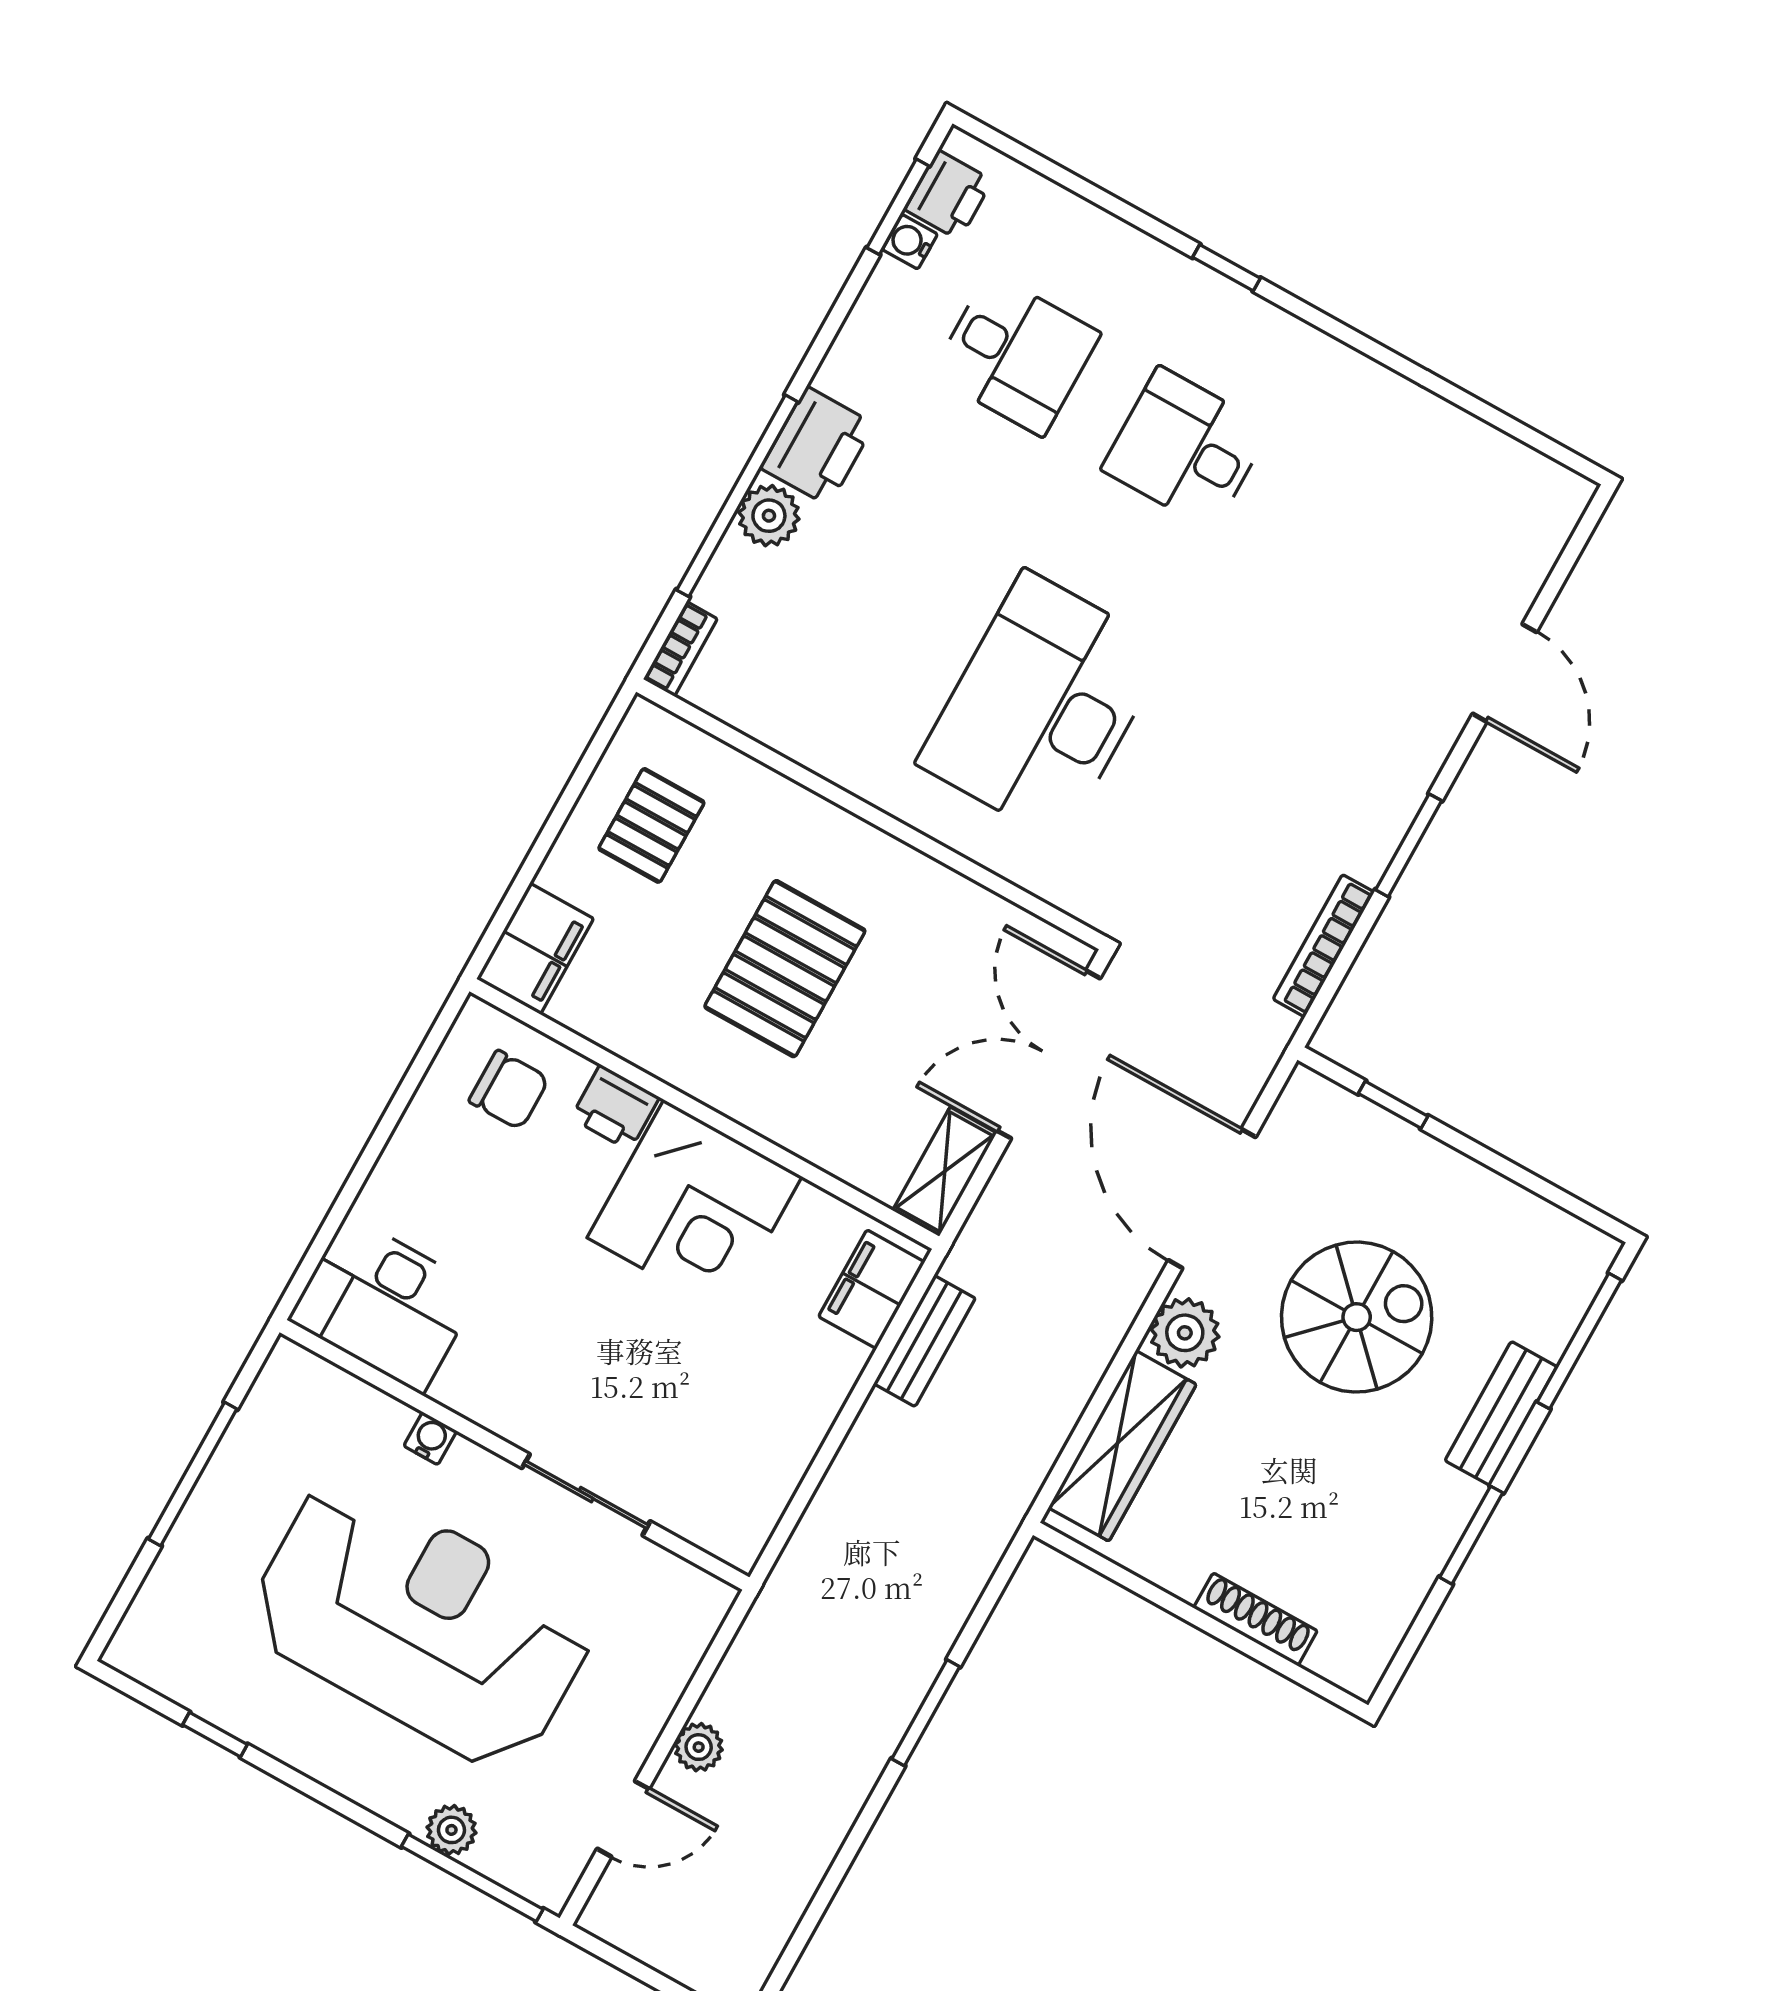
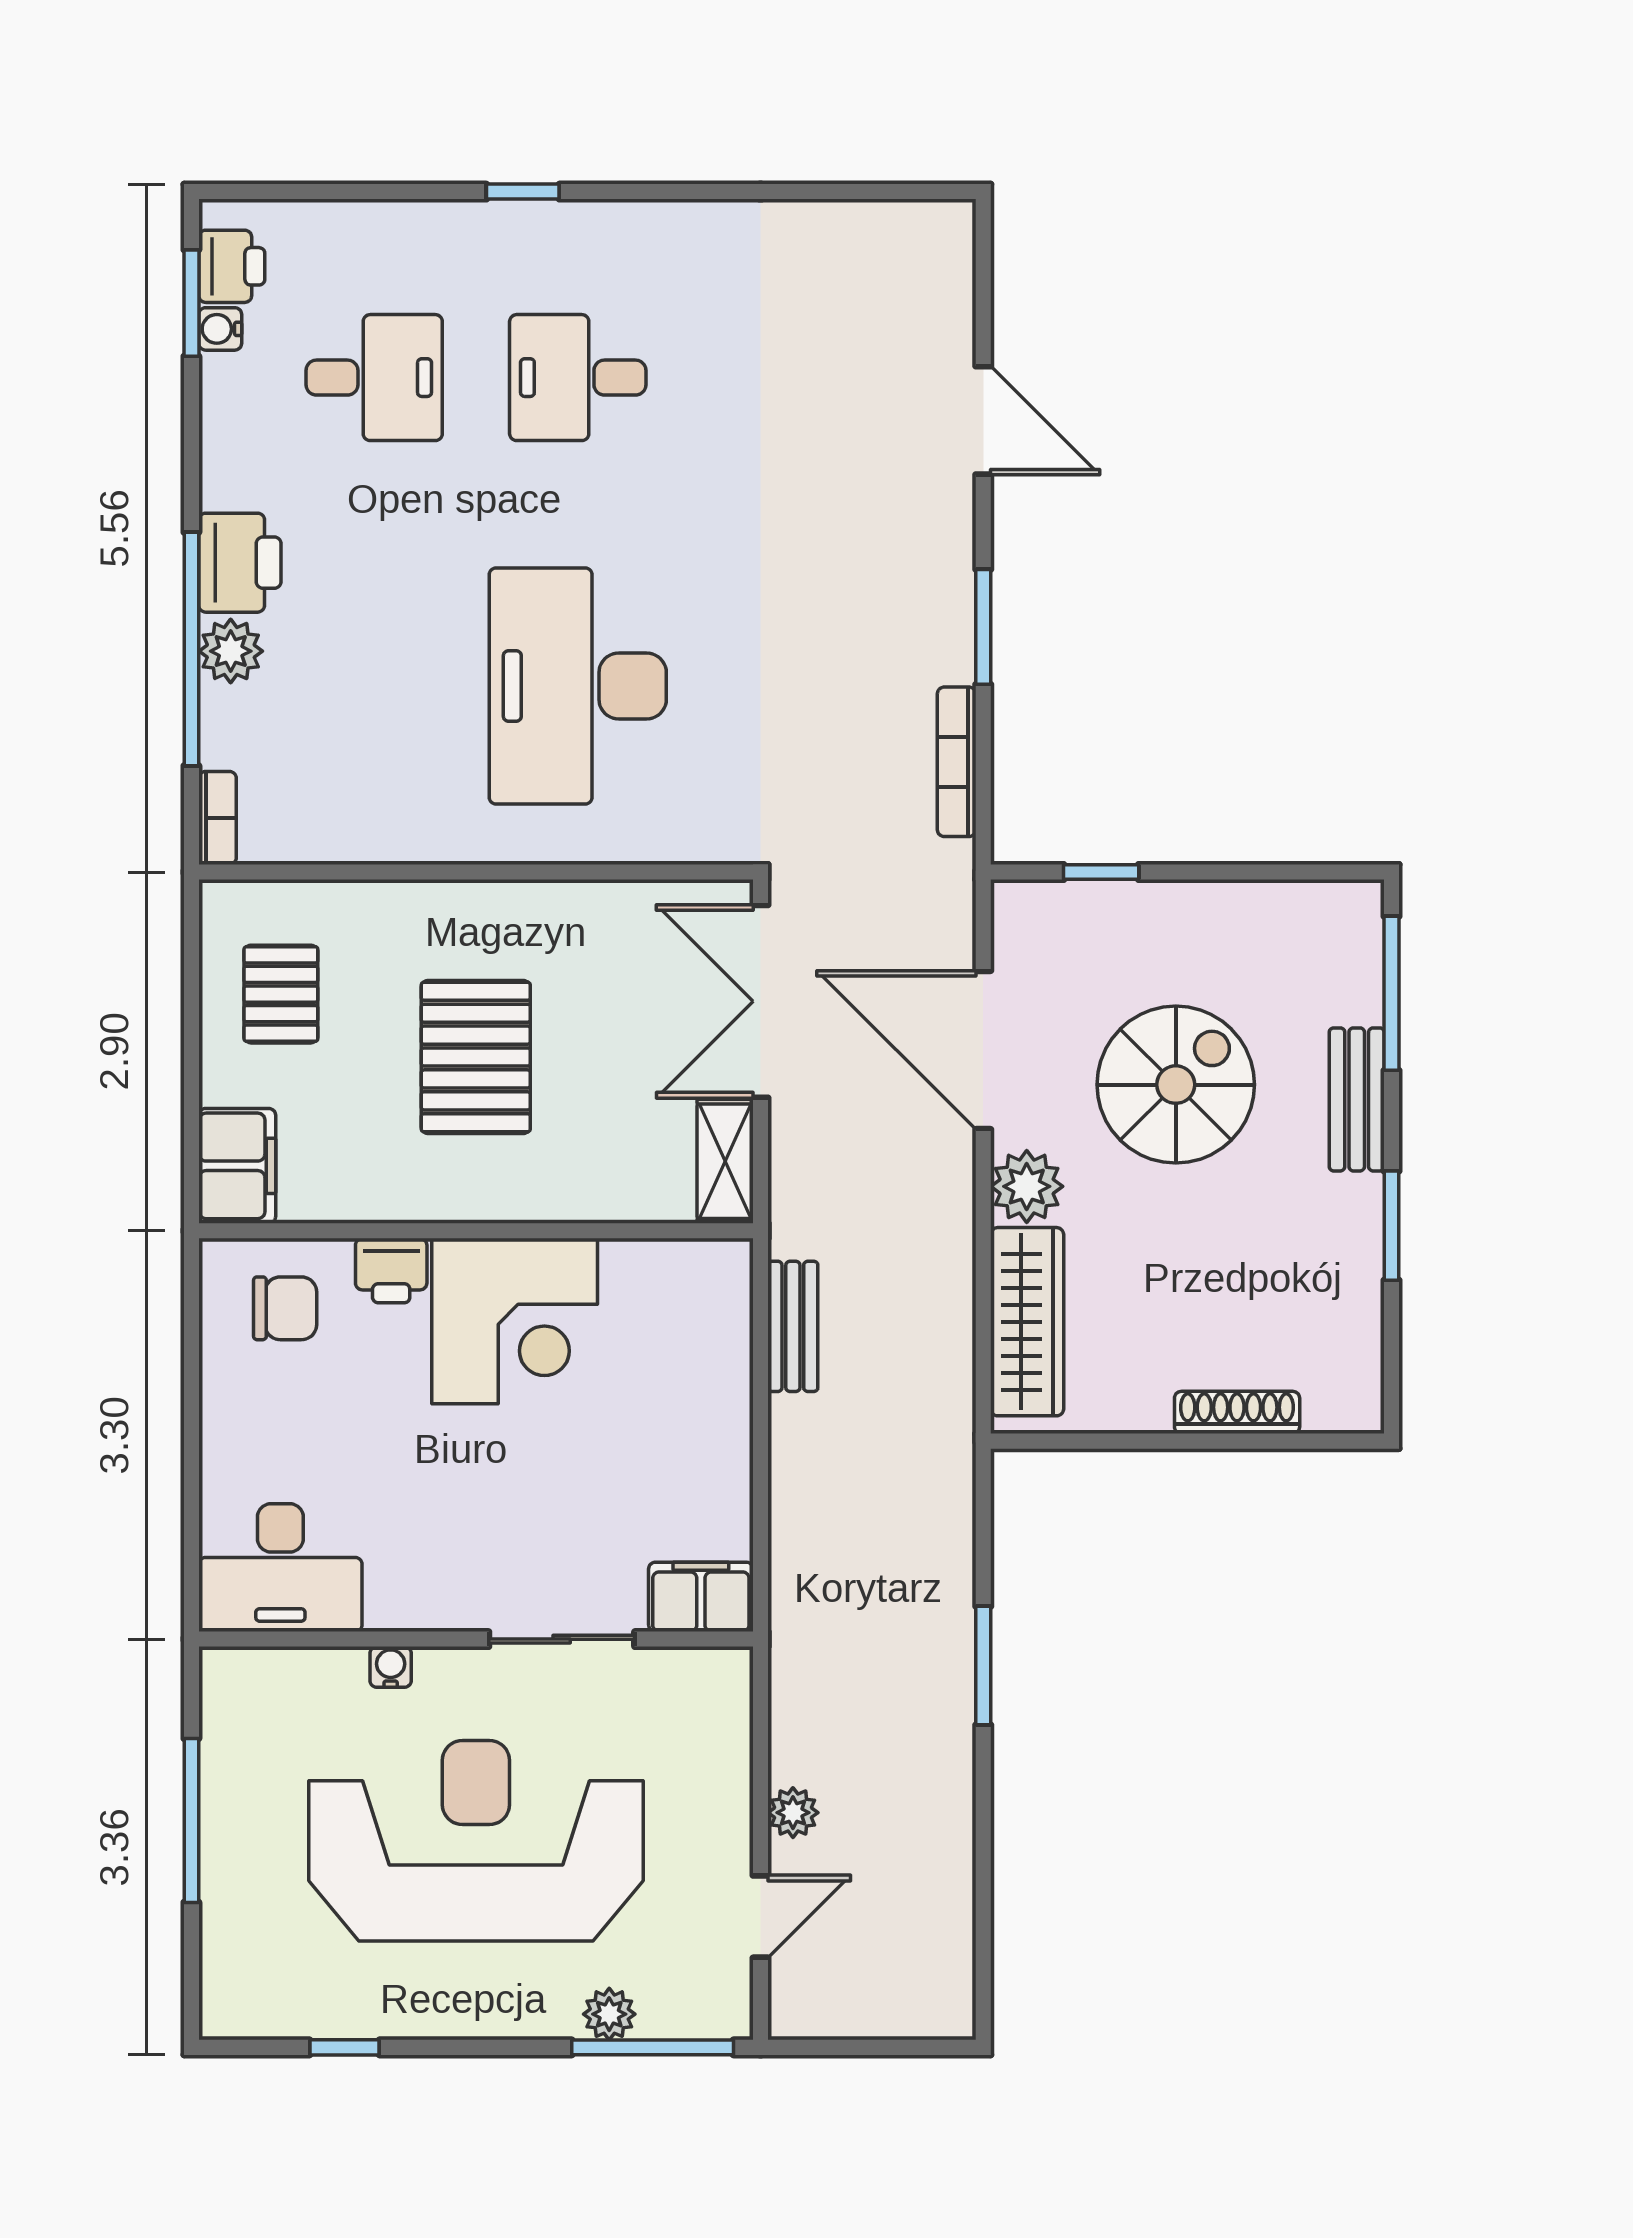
filing cabinet: (872, 1289) -> (701, 1597), moved, turned 90

